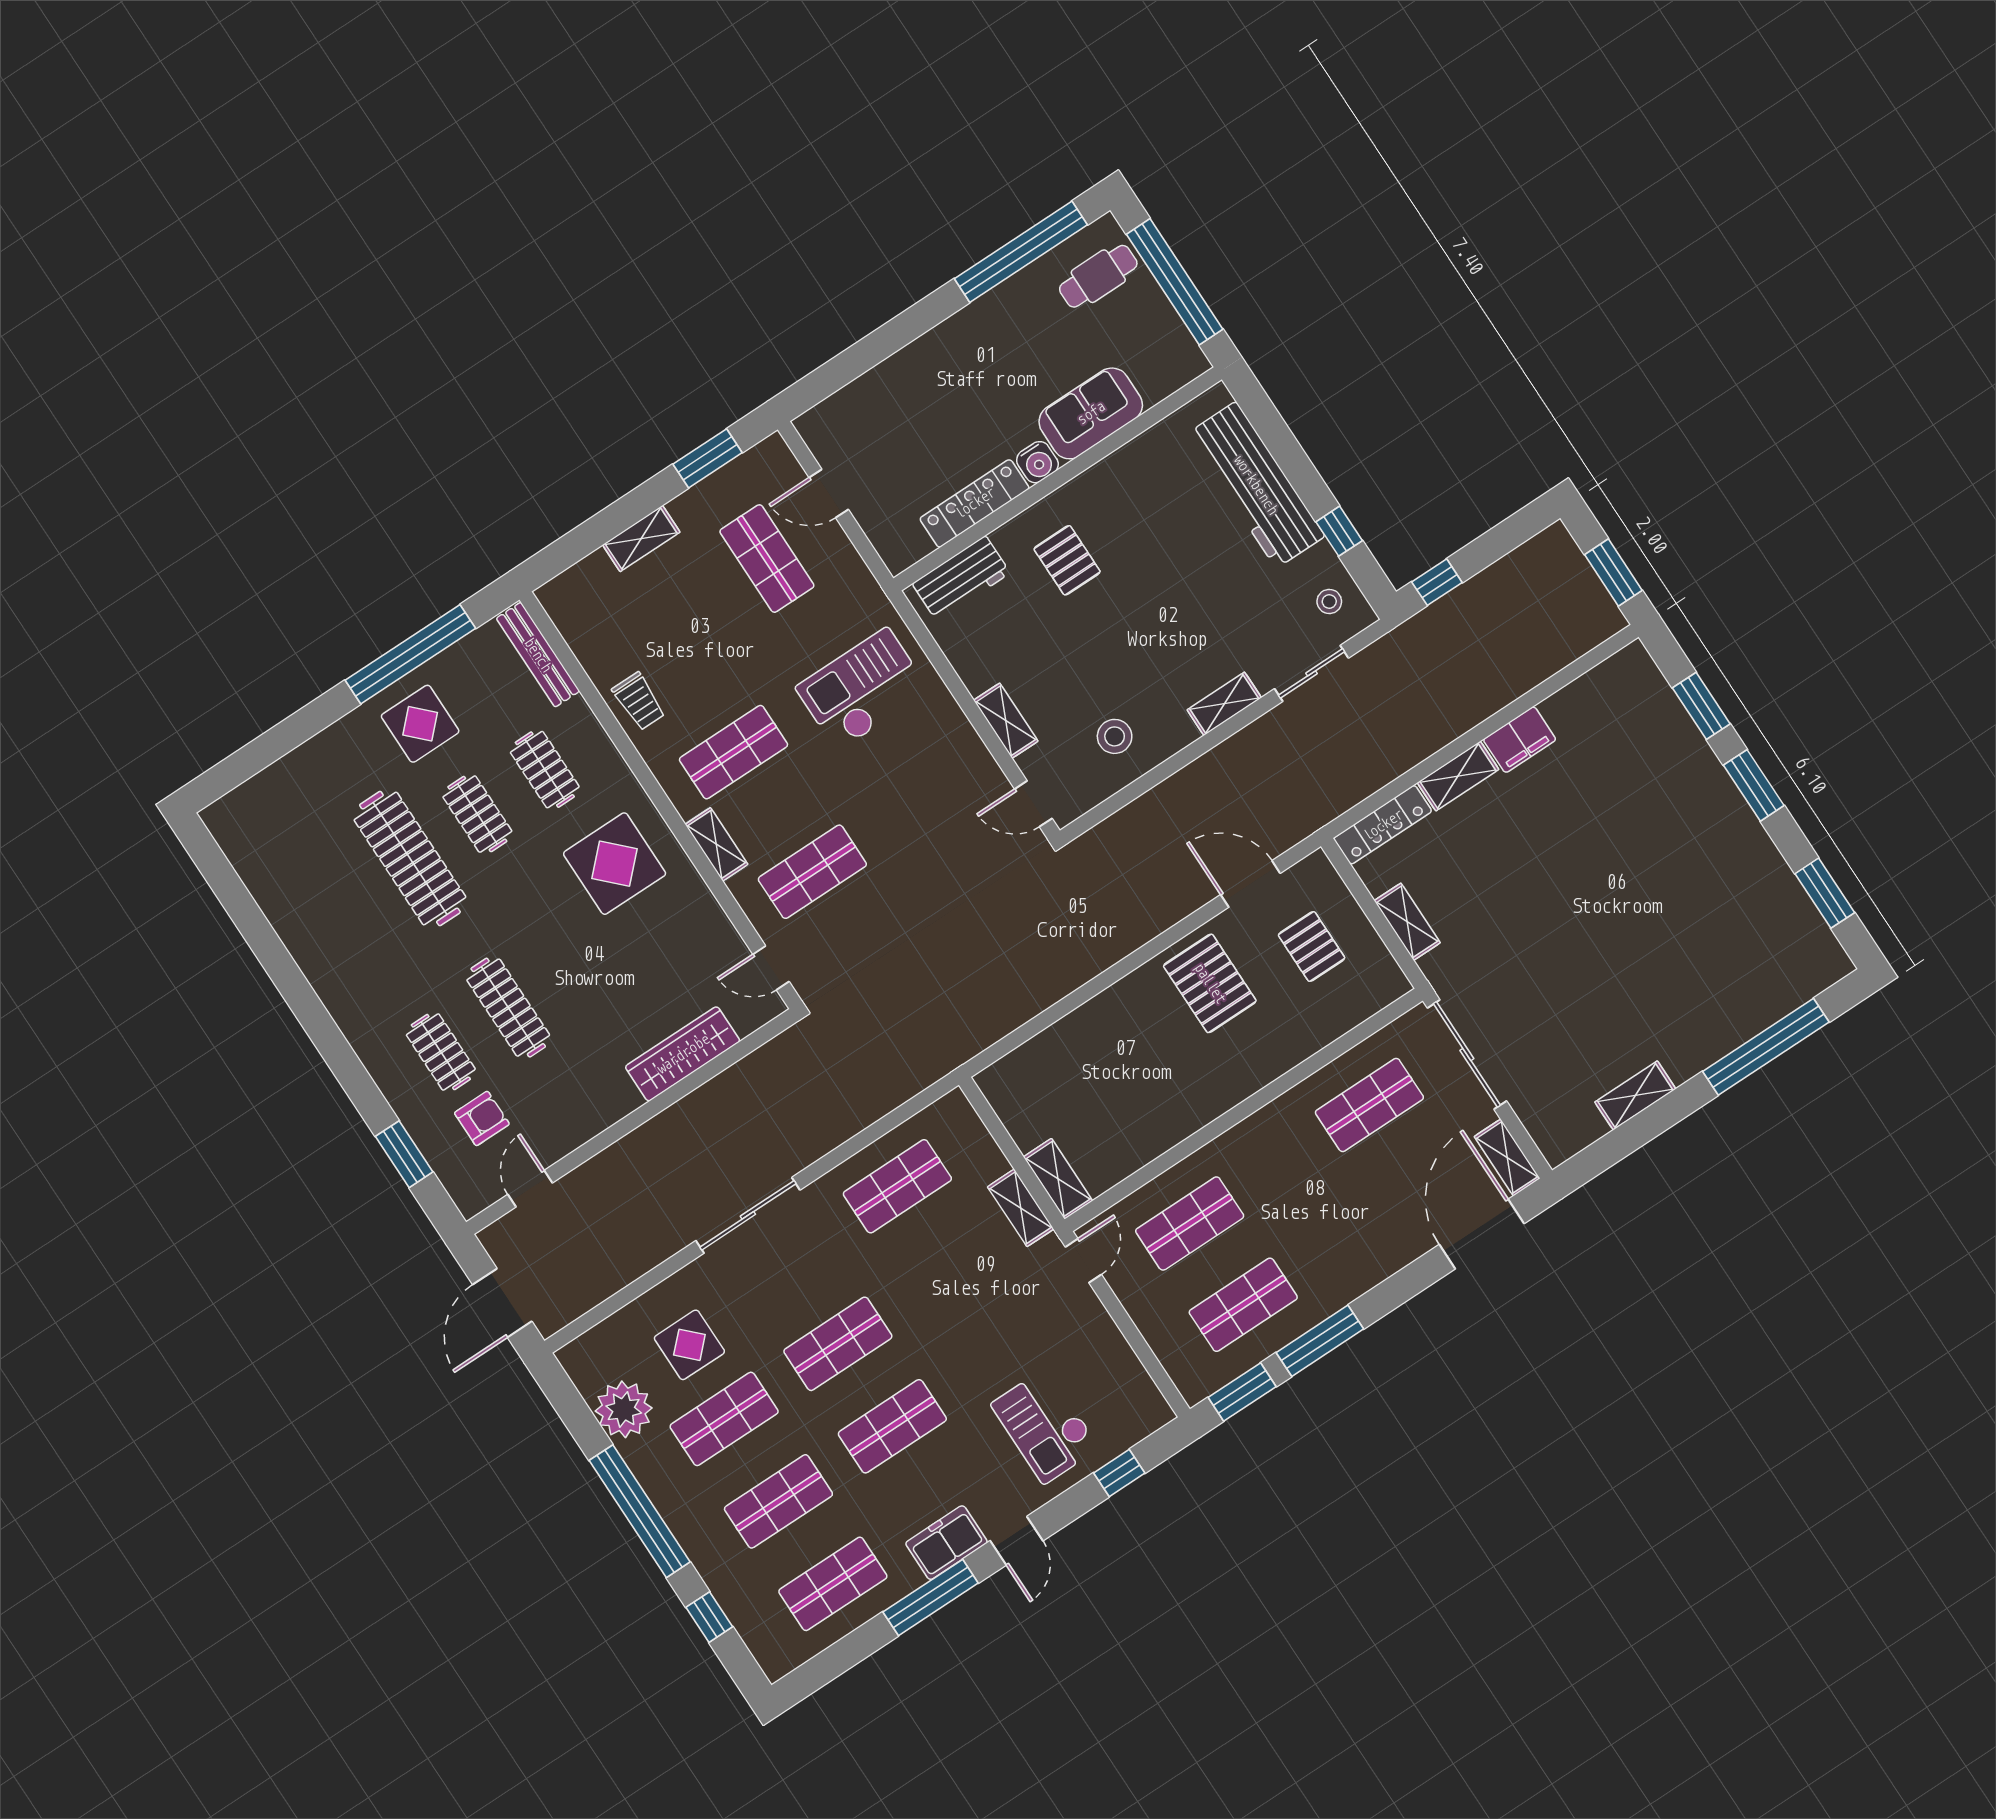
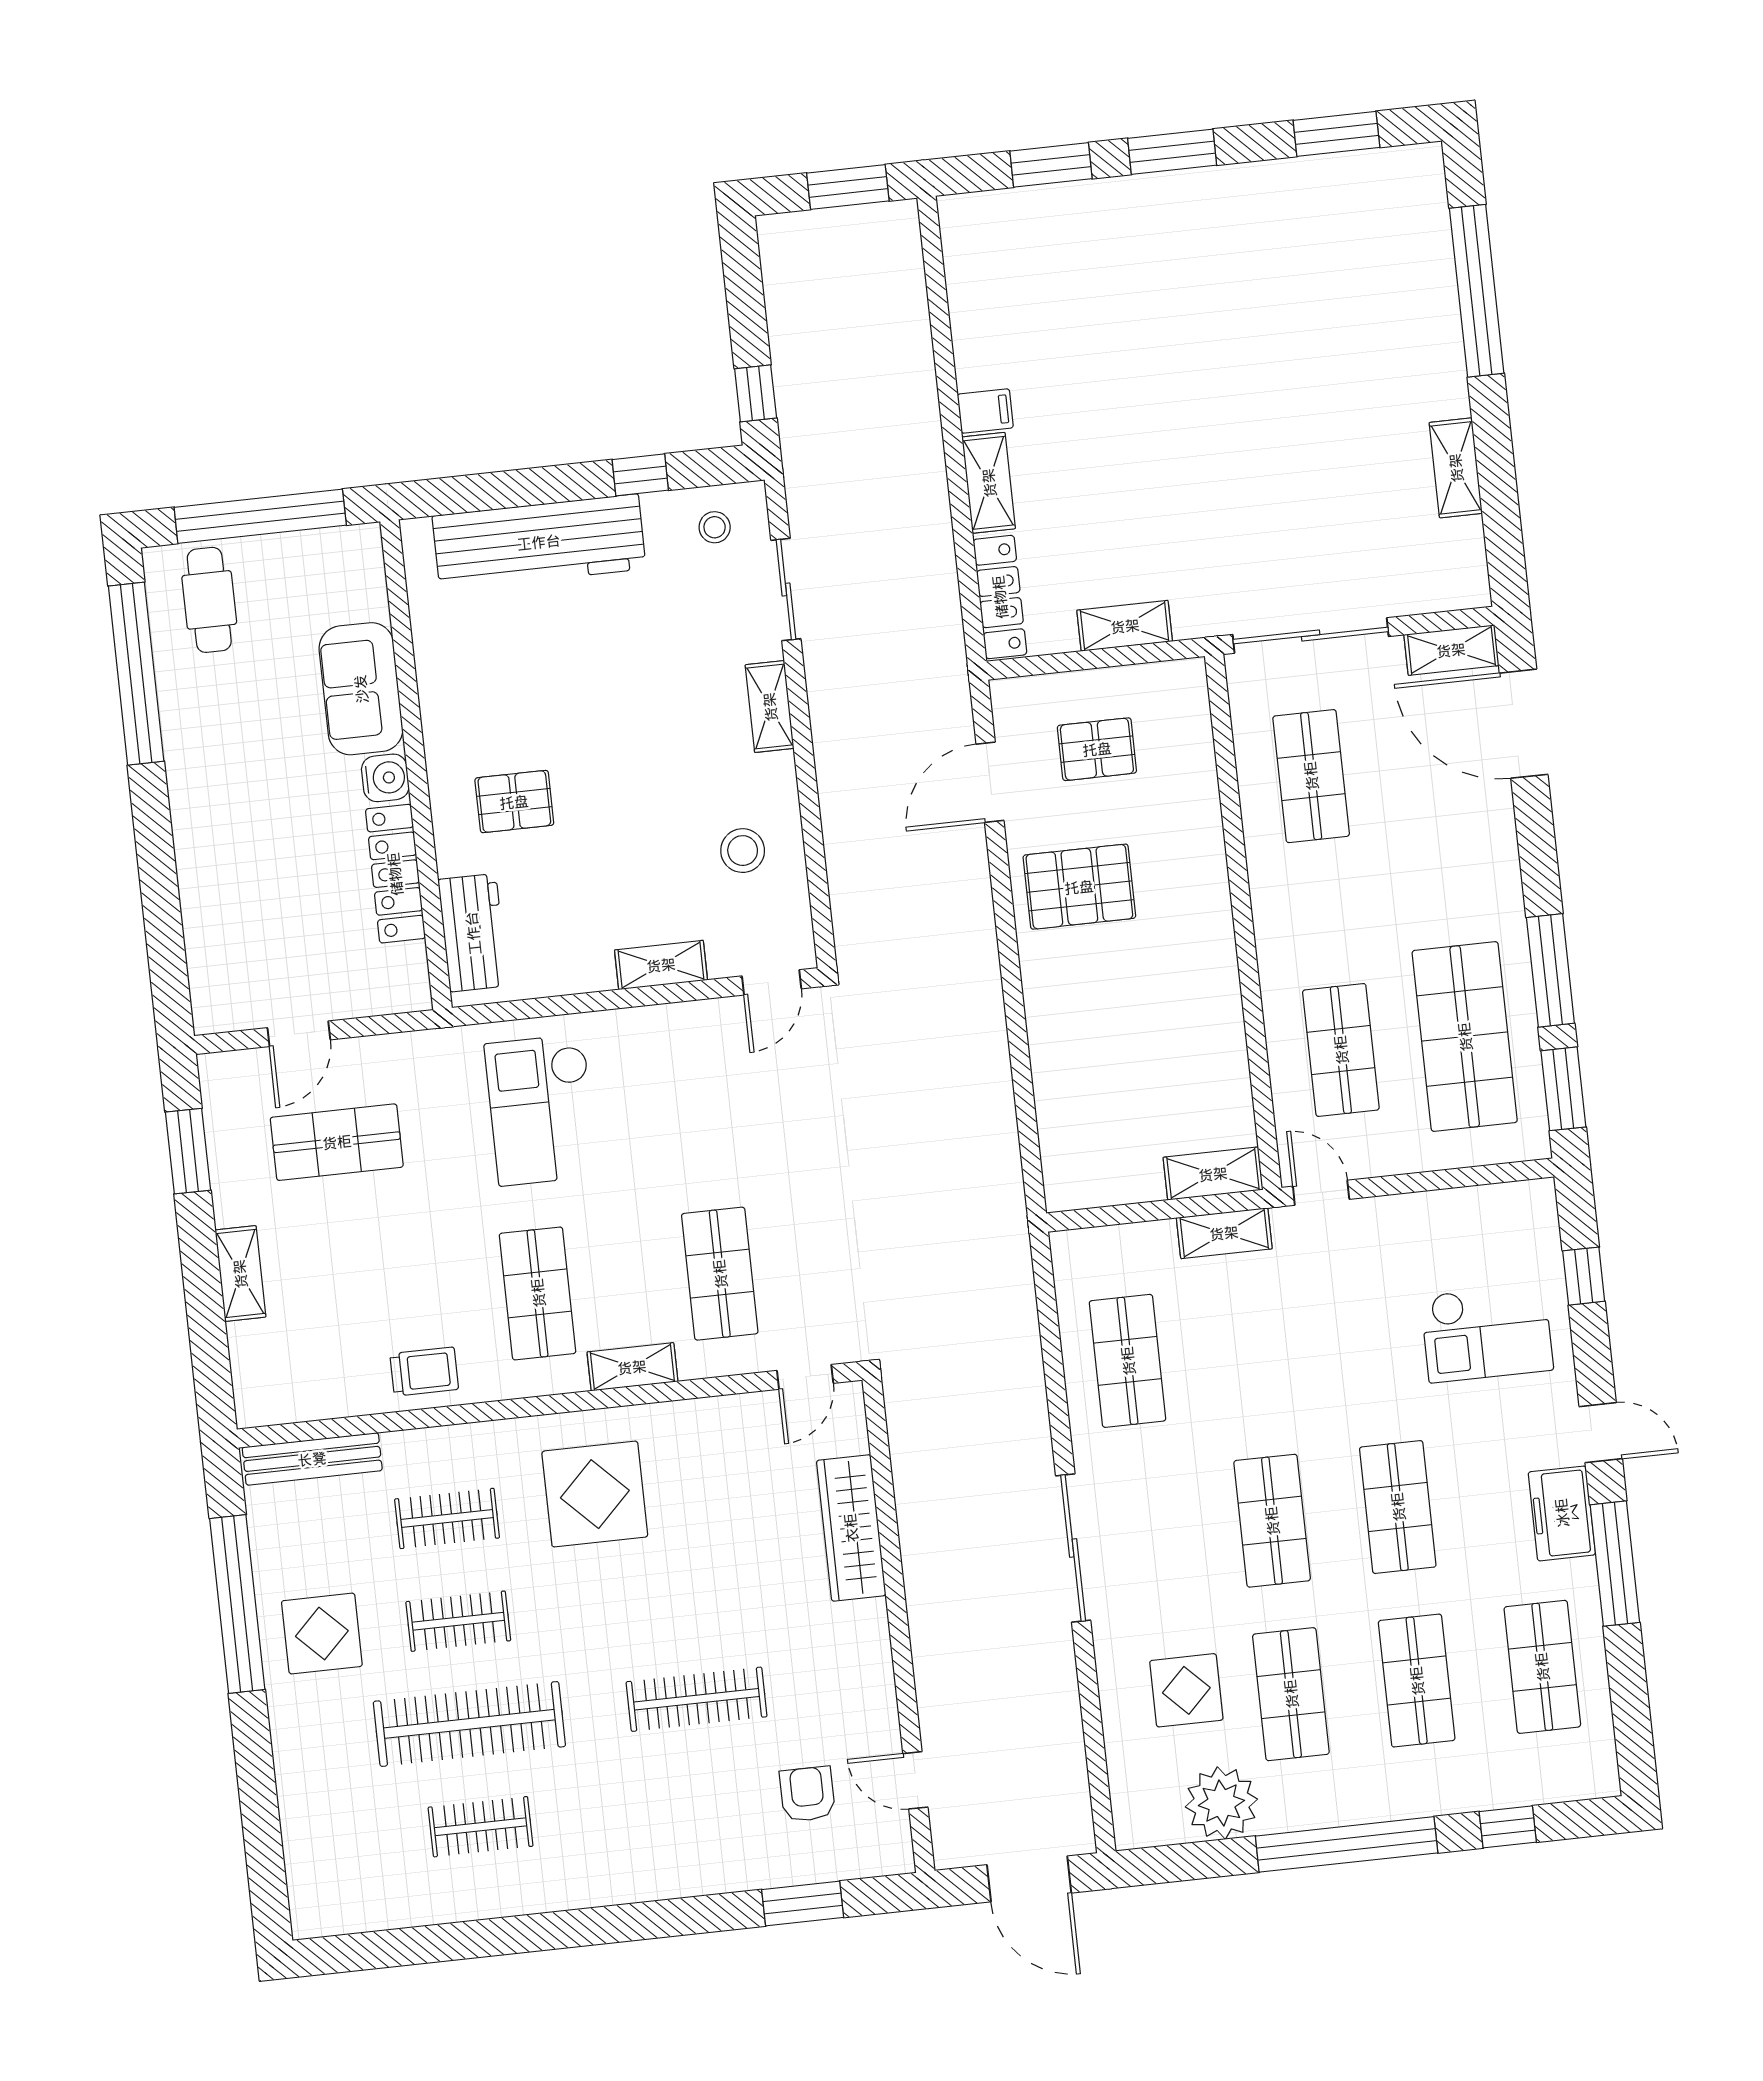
filing cabinet: (1520, 740) -> (985, 411), width x0.50
clothes rail: (441, 1052) -> (481, 1827), moved
shop shelf: (1243, 1305) -> (1465, 1037), width x1.43, depth x1.36

